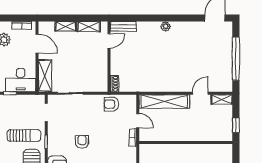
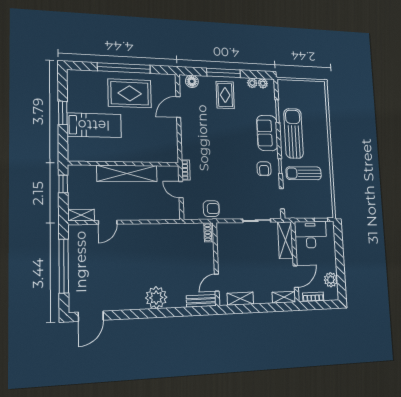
shelving: (66, 26) -> (284, 297), moved
plant: (166, 26) -> (156, 298), width x1.87, depth x1.87
door: (37, 44) -> (296, 277), swing flipped
shelving: (164, 102) -> (127, 173), moved
armchair: (82, 142) -> (264, 169), moved

